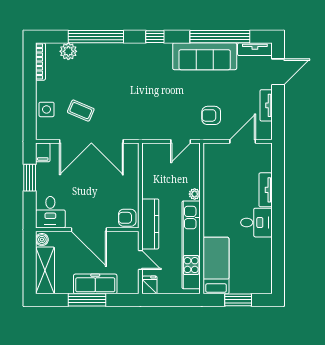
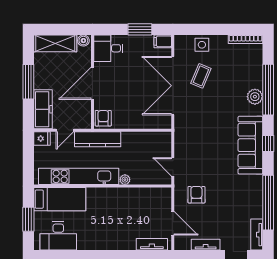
plant: (68, 51) -> (255, 97), moved
sofa: (205, 56) -> (250, 145), moved
tv unit: (266, 190) -> (152, 244), moved
desk: (256, 223) -> (58, 236), moved, width x1.37
freezer: (95, 284) -> (43, 109), moved

